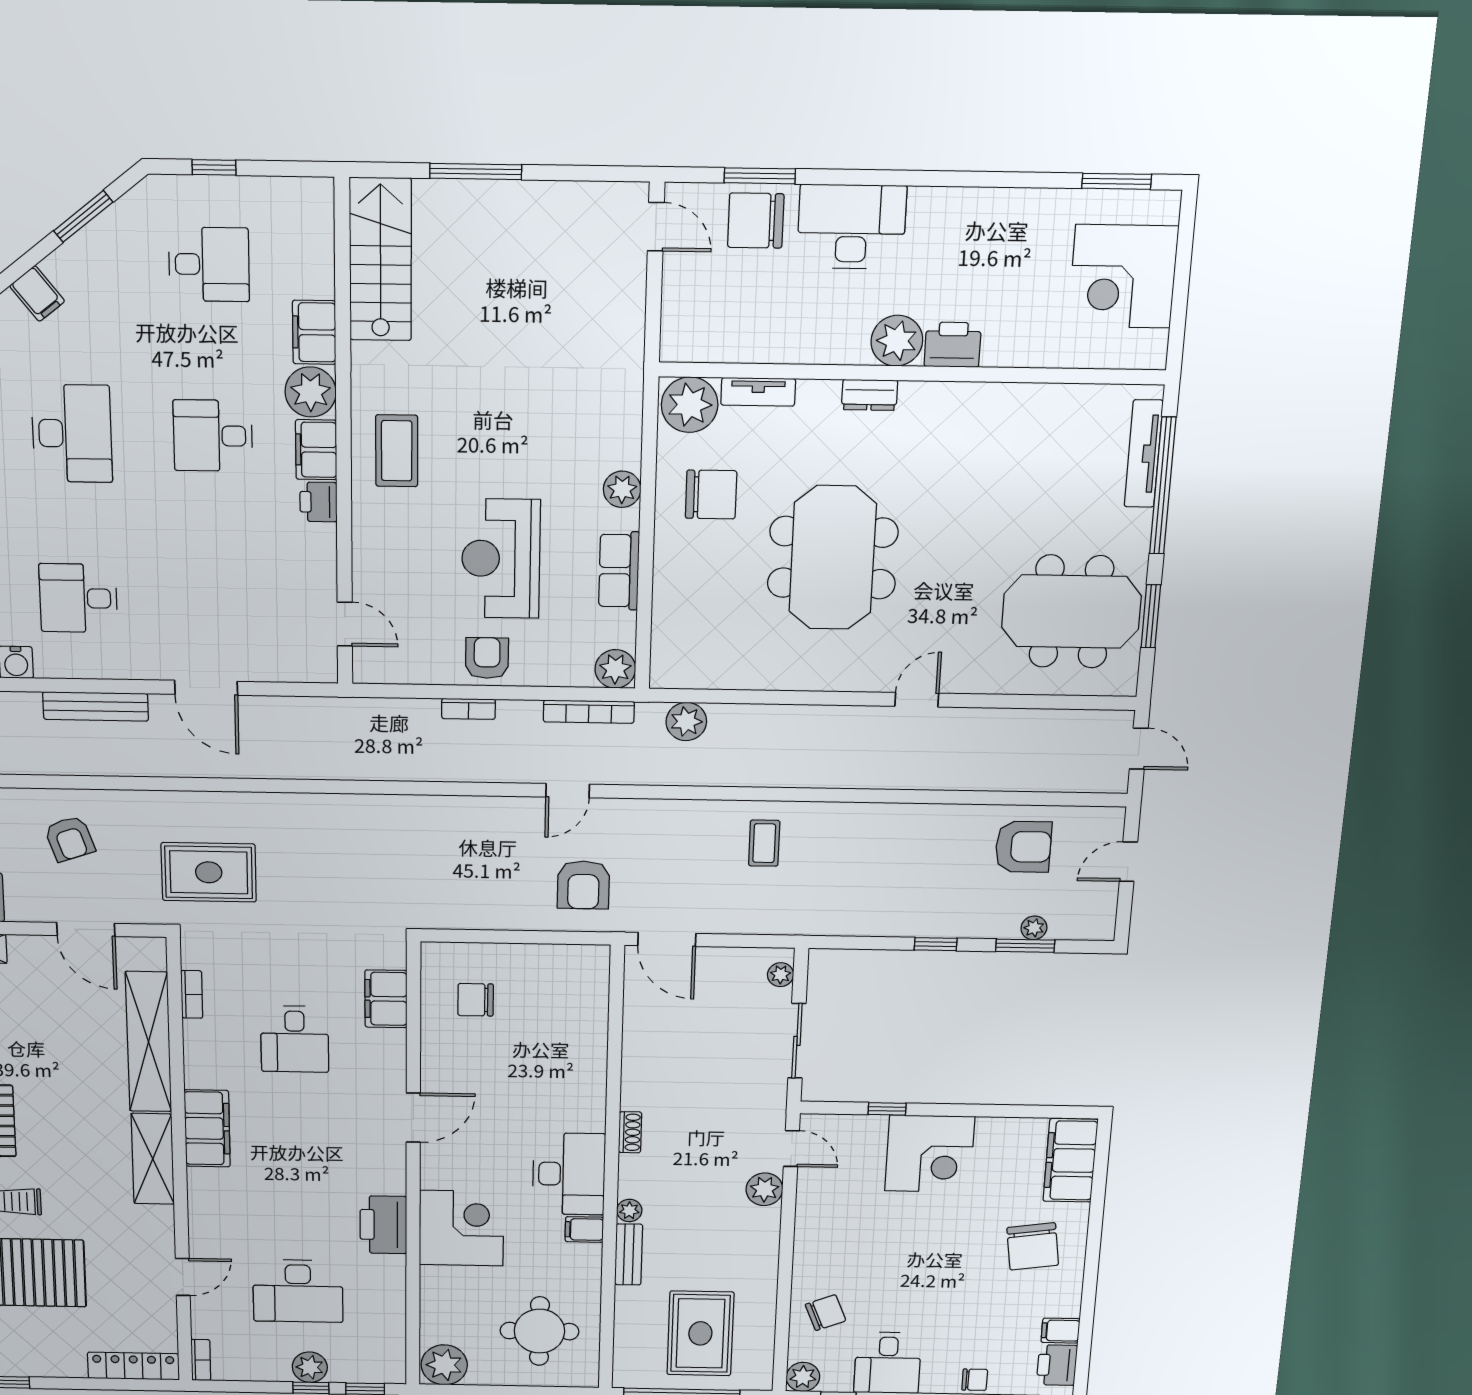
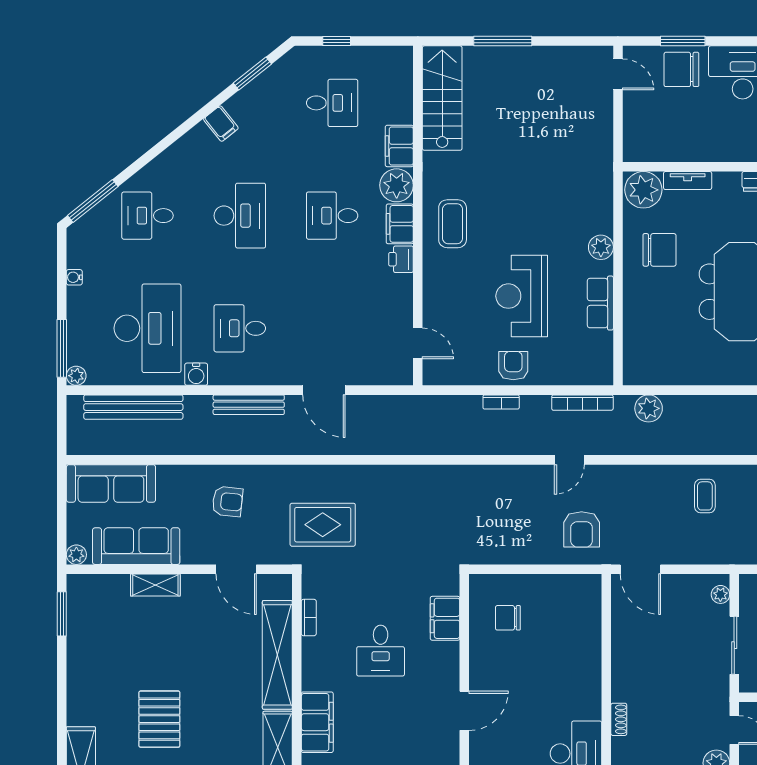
plant: (615, 669) -> (600, 372), removed
armchair: (70, 839) -> (227, 501), turned -65

